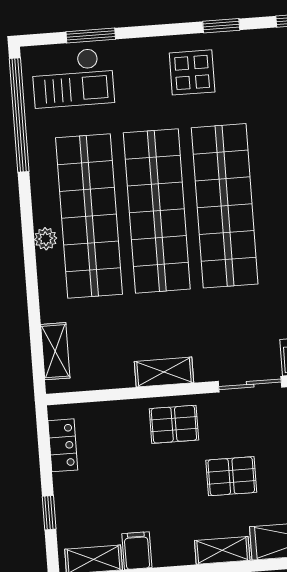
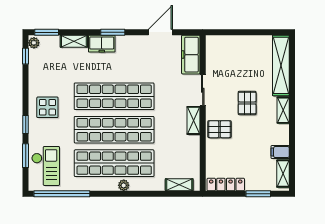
window: (221, 26) -> (26, 124), moved
shelving: (164, 372) -> (193, 120), moved
pallet: (174, 424) -> (220, 129), turned 90
locker: (63, 445) -> (226, 185), width x1.53
window: (49, 513) -> (258, 194), width x1.50

